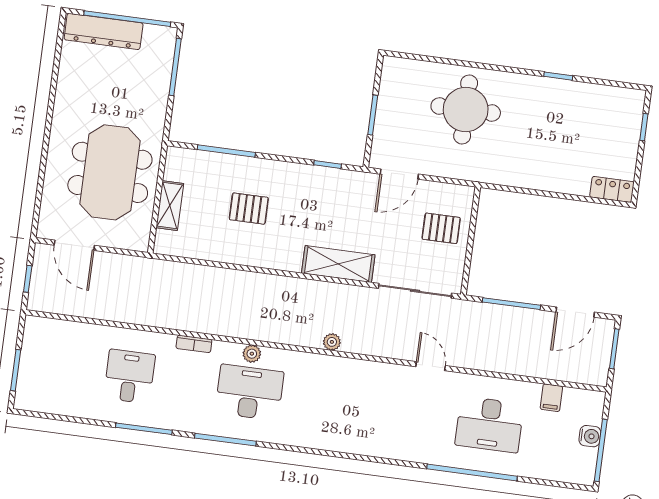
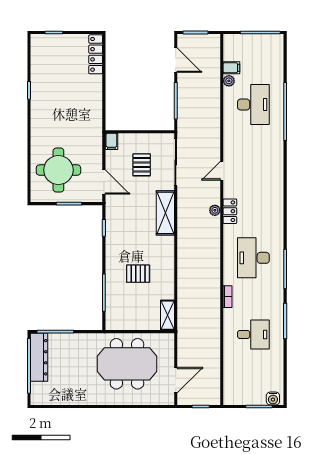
dresser: (104, 31) -> (39, 357), moved
round table: (466, 110) -> (58, 170), moved
locker: (612, 189) -> (96, 54), width x1.53
filing cabinet: (461, 194) -> (111, 141), added
shelving: (170, 206) -> (168, 315), moved, turned 90
pallet: (249, 209) -> (138, 274), turned 90
pallet: (441, 228) -> (142, 165), moved
plant: (252, 354) -> (229, 81), moved
locker: (327, 365) -> (230, 211), added
door: (431, 366) -> (222, 171), moved
desk: (129, 376) -> (253, 334), turned 180
water cooler: (590, 436) -> (273, 398), moved, turned 180

